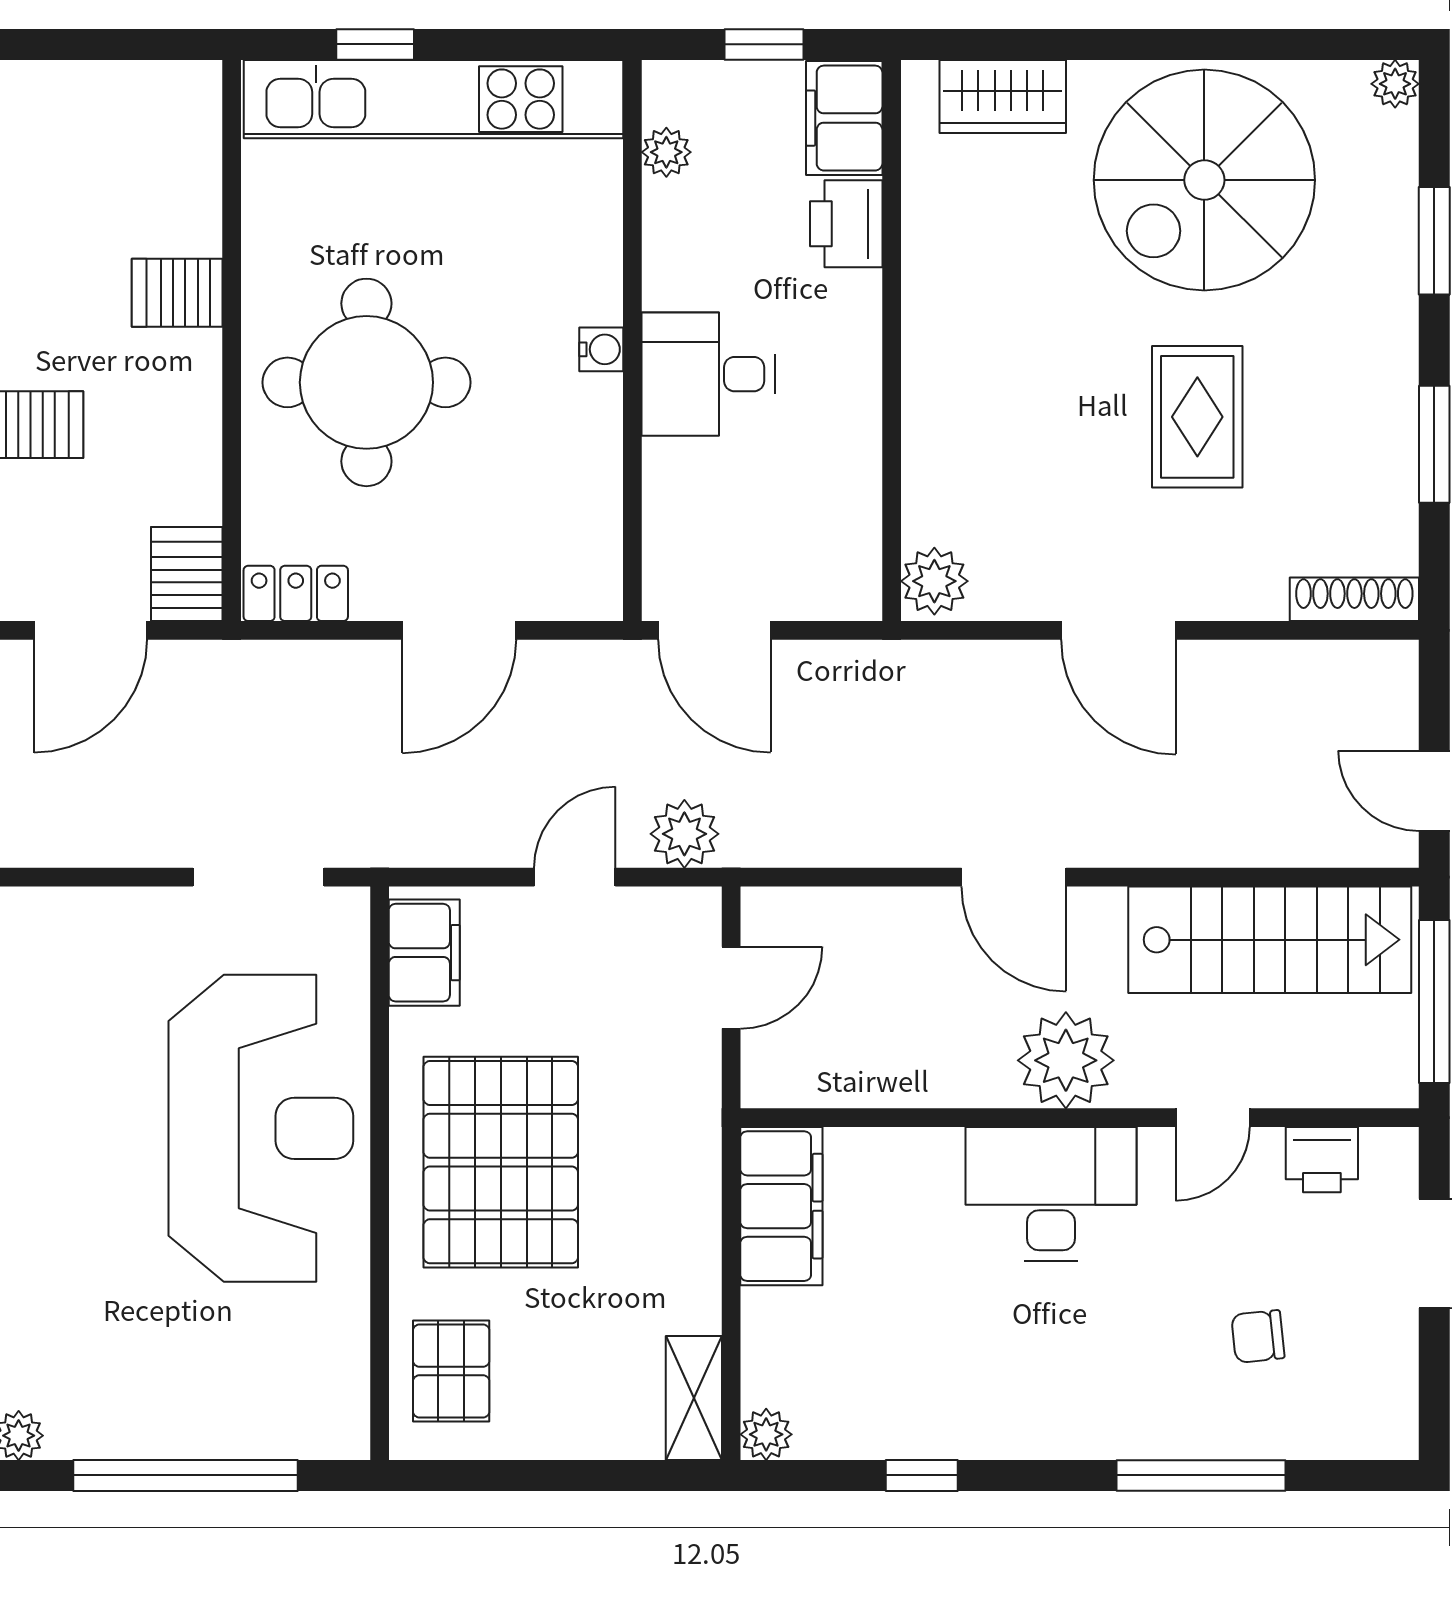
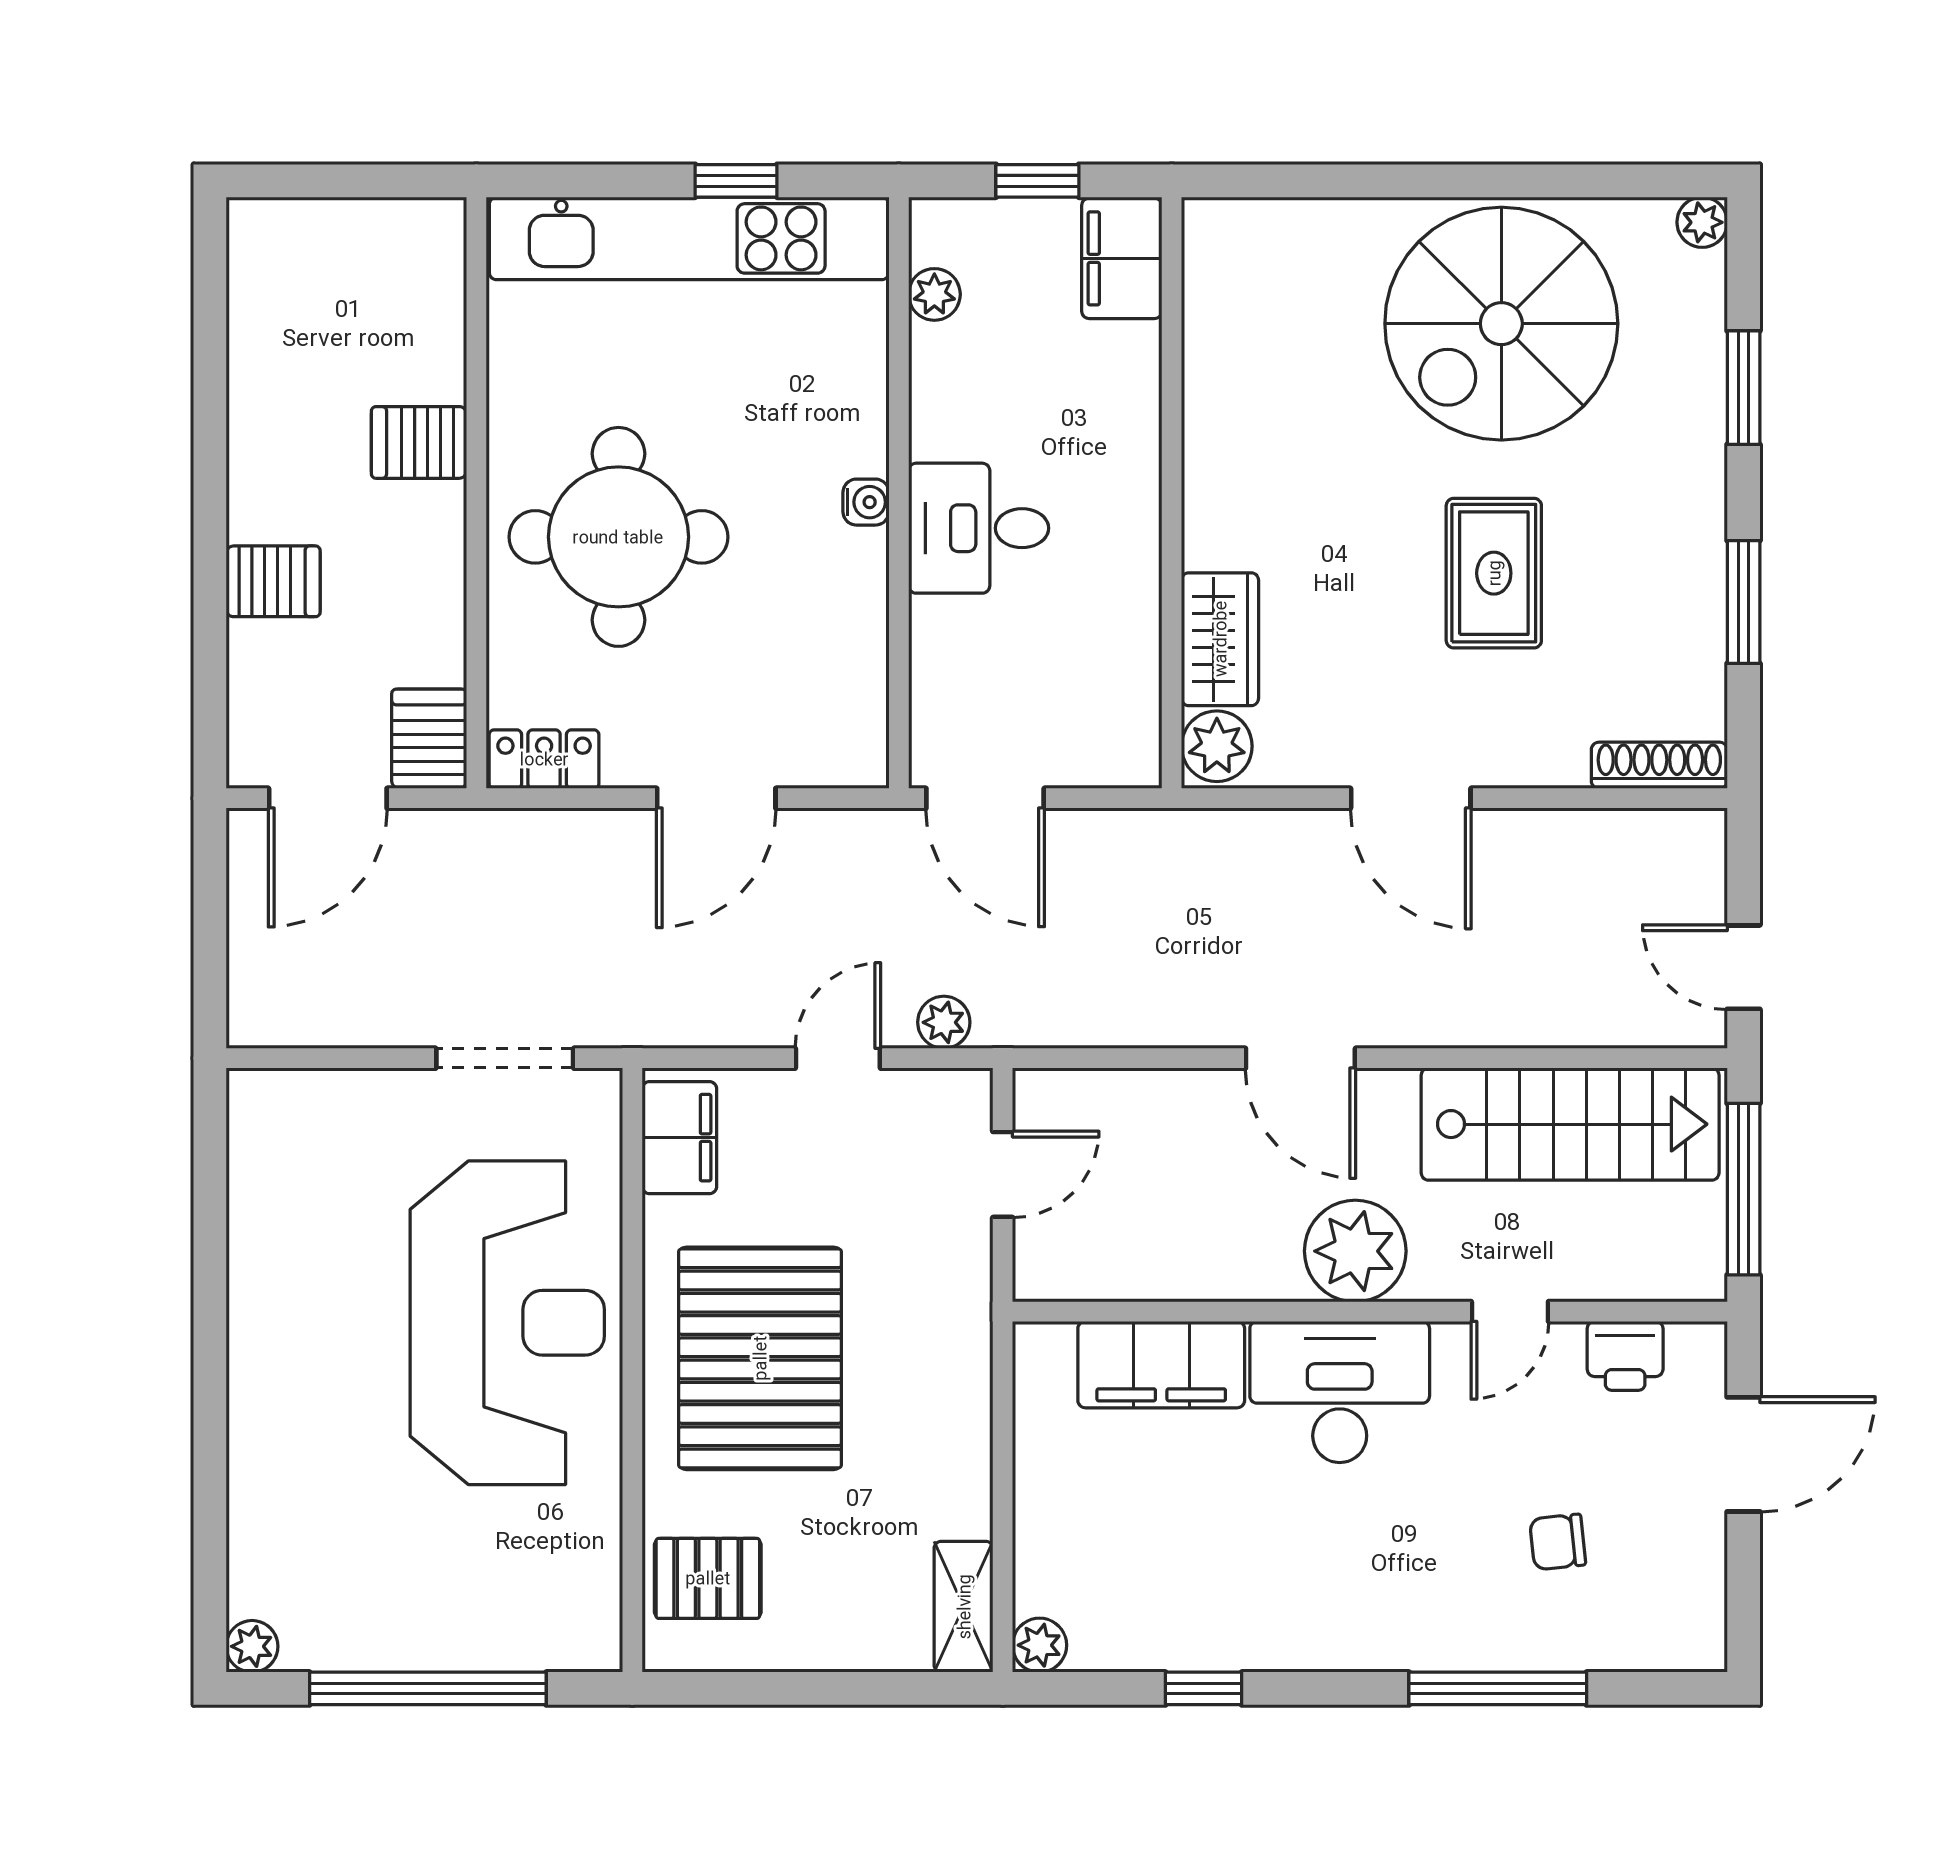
window: (375, 44) -> (736, 181), moved
wardrobe: (1003, 96) -> (1220, 639), moved, turned -90
printer: (846, 224) -> (1124, 370), removed
plant: (684, 834) -> (944, 1022), width x0.73, depth x0.73
filing cabinet: (781, 1206) -> (1161, 1365), moved, turned 90
pallet: (451, 1371) -> (708, 1578), turned 90

